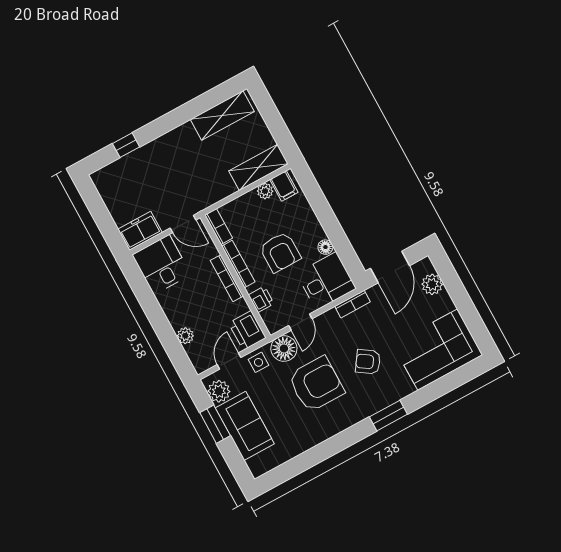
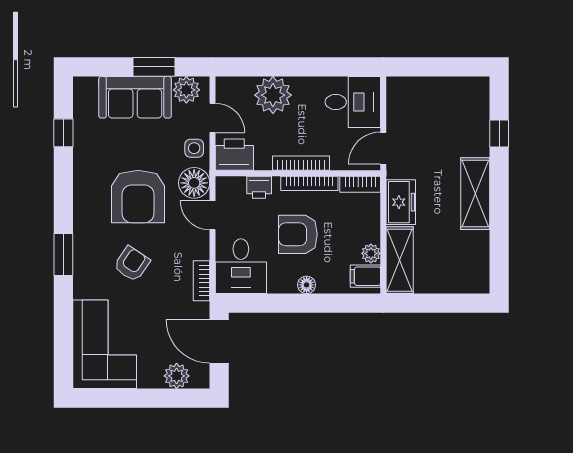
shelving: (222, 115) -> (475, 194), moved
freezer: (140, 231) -> (401, 202), moved
floor lamp: (325, 247) -> (307, 285), moved
plant: (185, 336) -> (273, 95), width x1.88, depth x1.88
window: (299, 464) -> (63, 133), added

